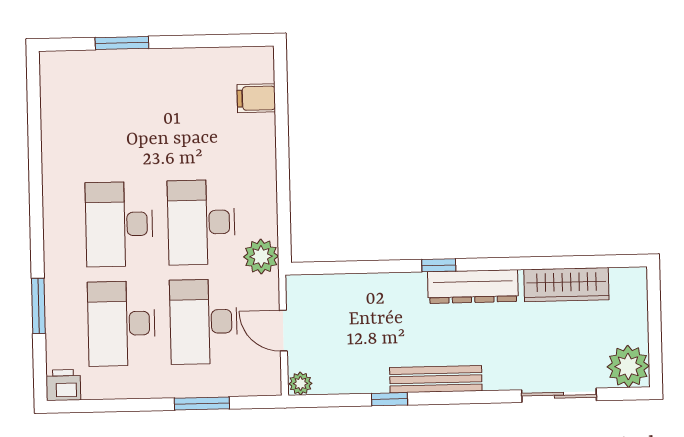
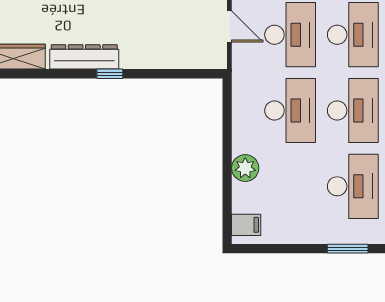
filing cabinet: (256, 98) -> (246, 225), moved
desk: (117, 125) -> (353, 186), added
plant: (261, 256) -> (245, 168), moved

